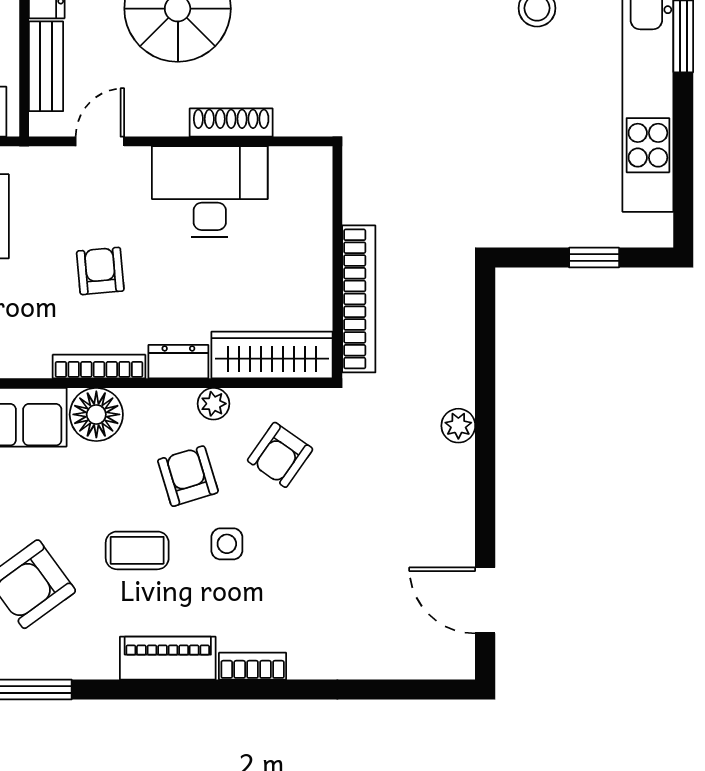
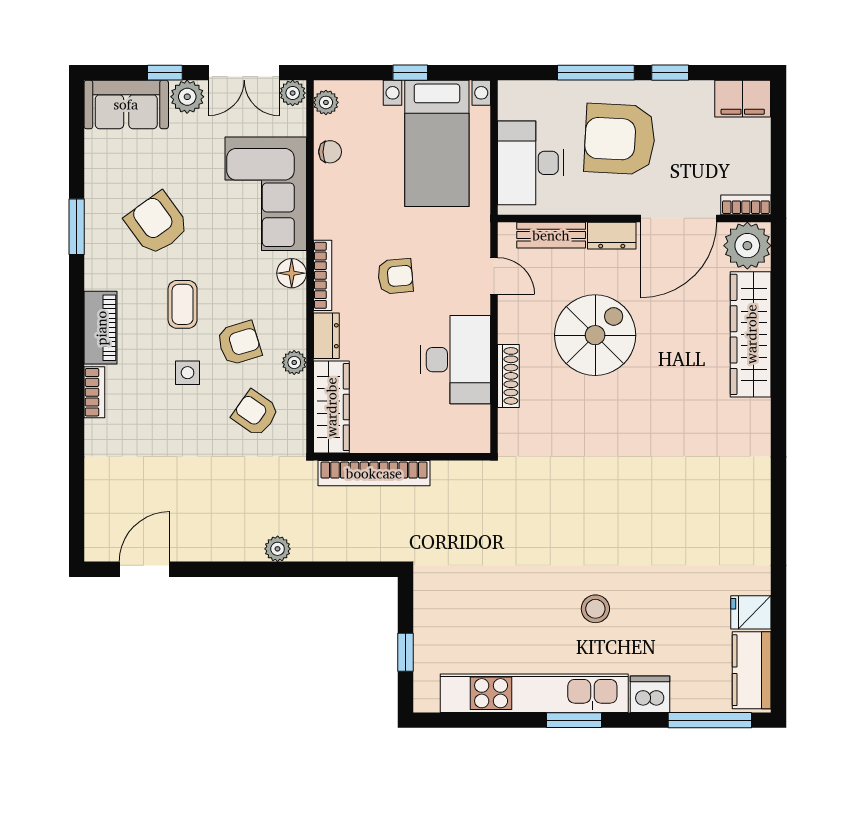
floor lamp: (96, 414) -> (292, 273), width x0.73, depth x0.73

